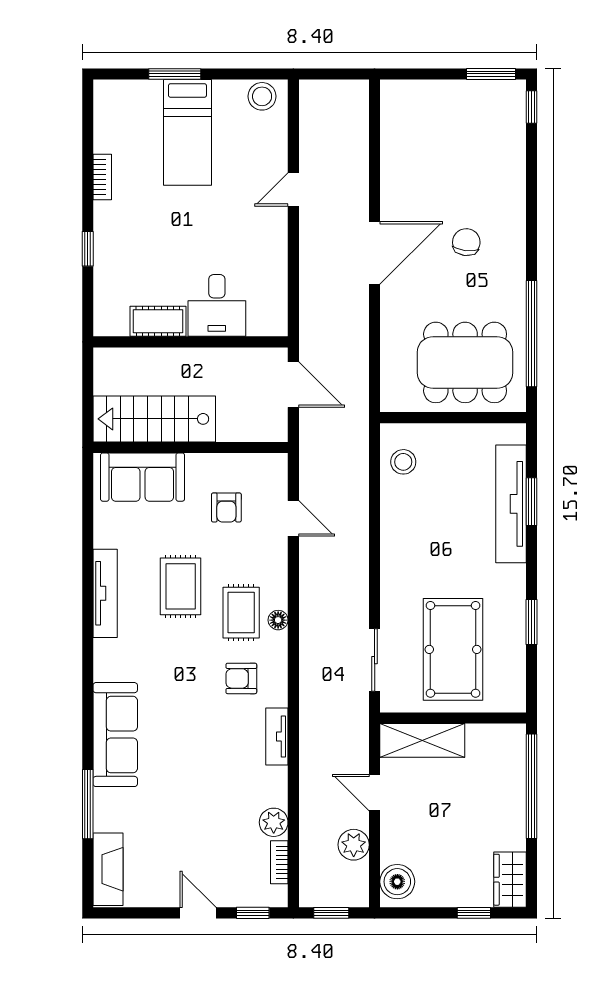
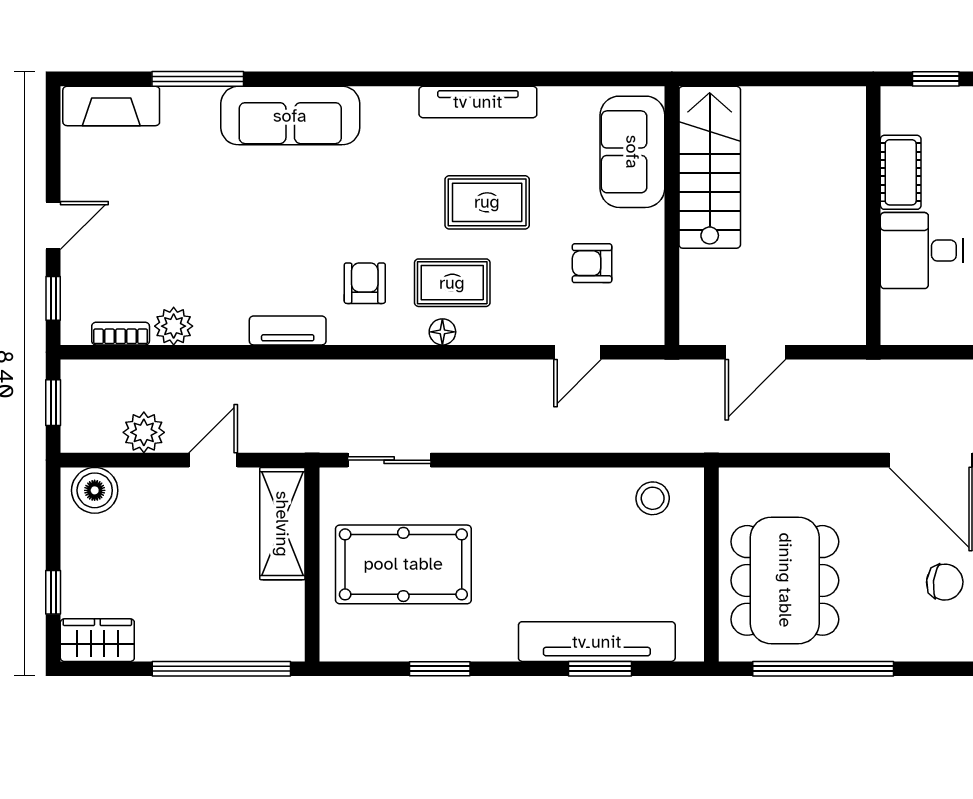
desk: (217, 305) -> (922, 251), moved
cot: (158, 321) -> (901, 172), moved
wall: (191, 342) -> (873, 216), moved

